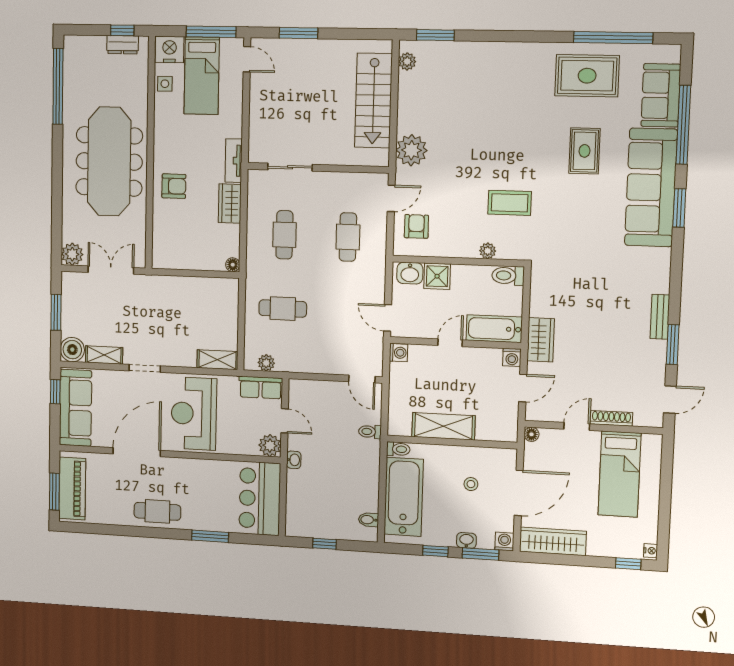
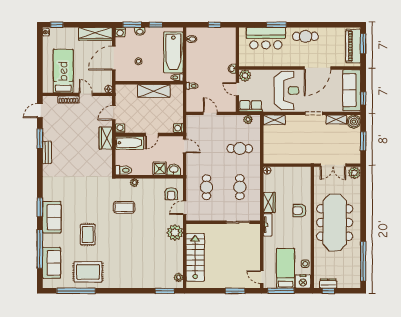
sofa: (651, 187) -> (52, 217), width x0.54, depth x0.79
door: (362, 379) -> (210, 113), moved
door: (577, 426) -> (86, 94), swing flipped
bar counter: (260, 499) -> (266, 38), moved, turned 90

